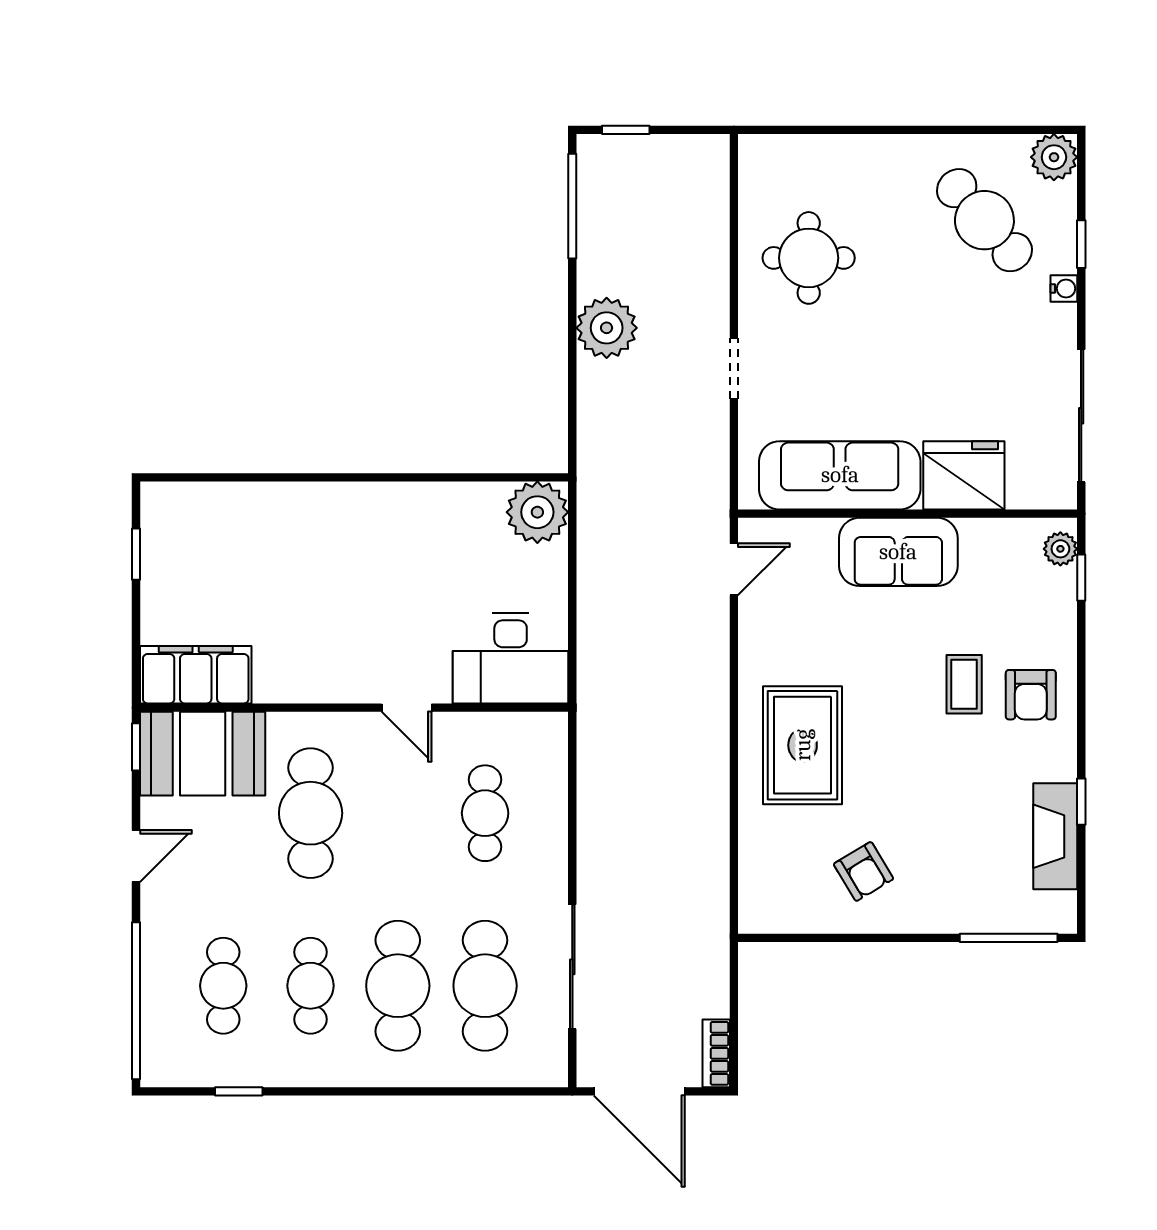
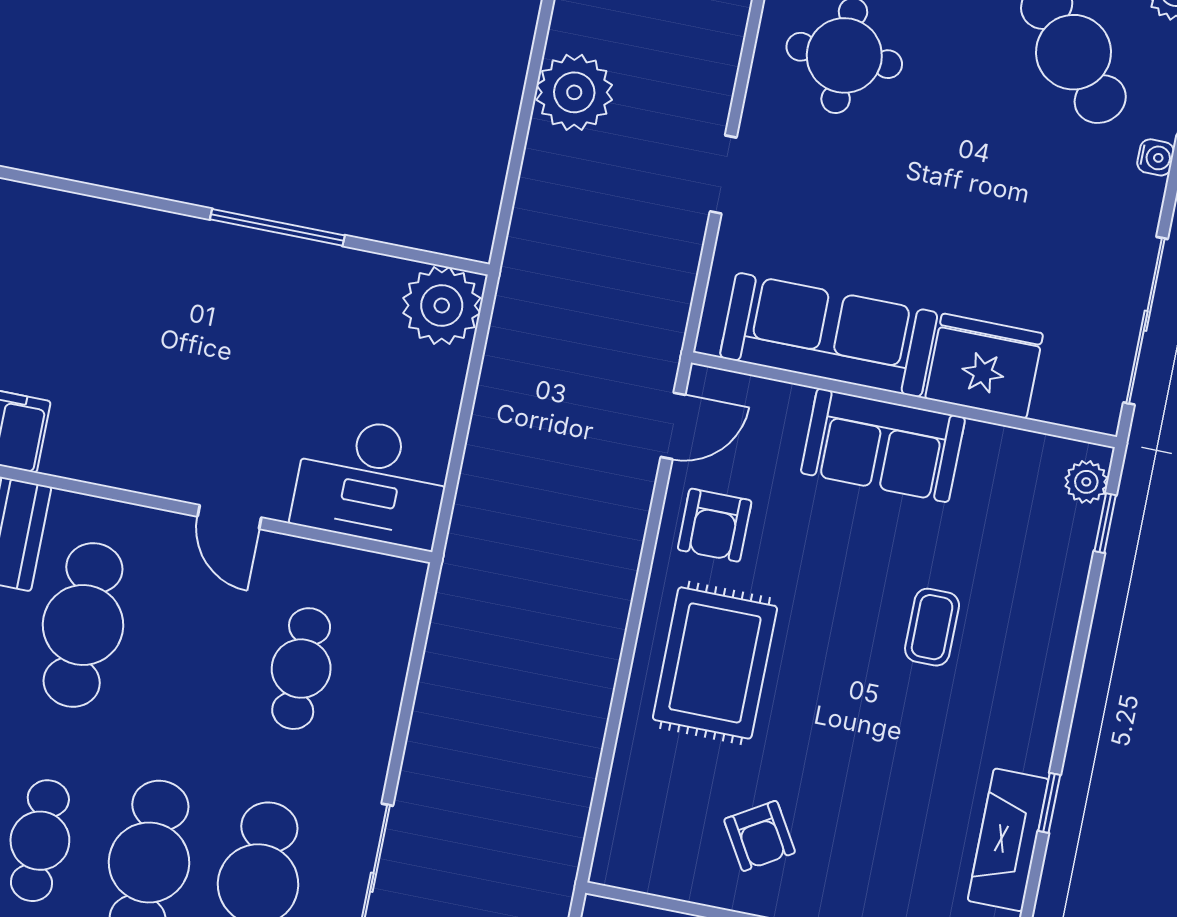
window: (399, 477) -> (277, 227), added
armchair: (1031, 695) -> (715, 525), moved

